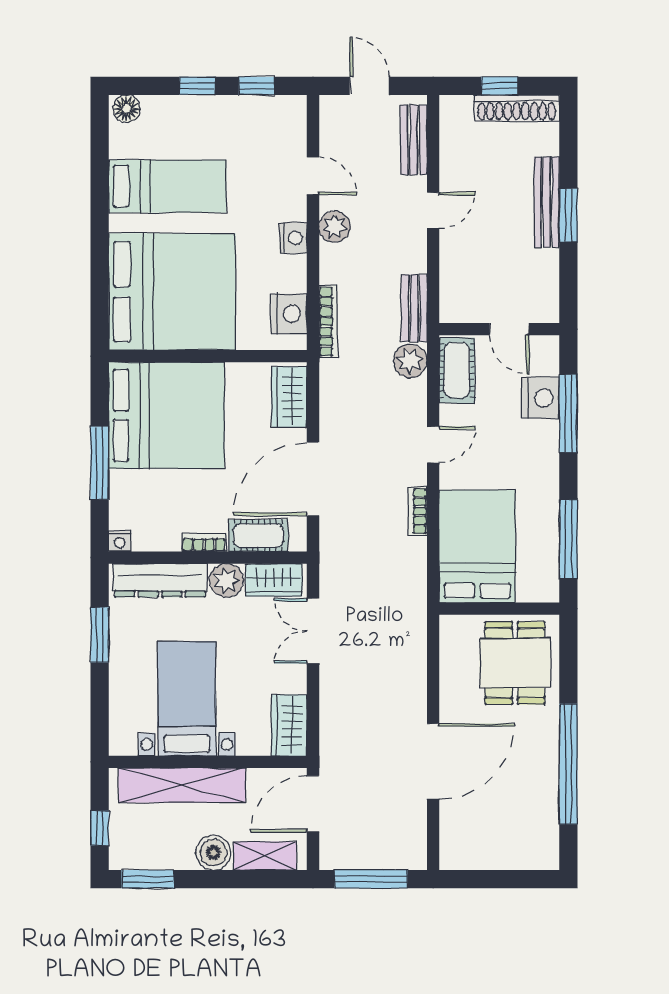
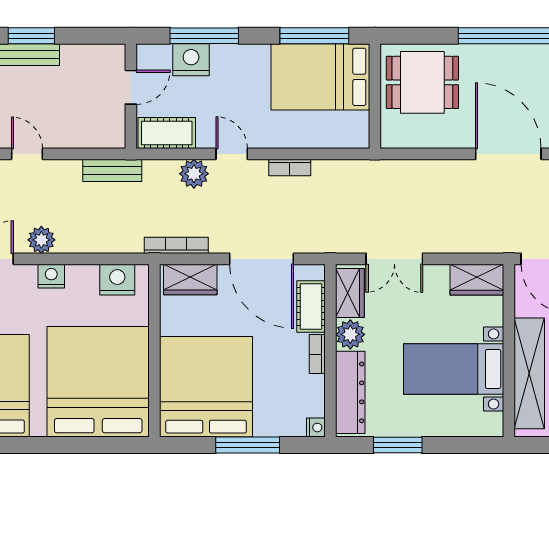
bookcase: (328, 322) -> (176, 245), moved
plant: (410, 361) -> (194, 174), moved
bed: (477, 546) -> (320, 77), moved

